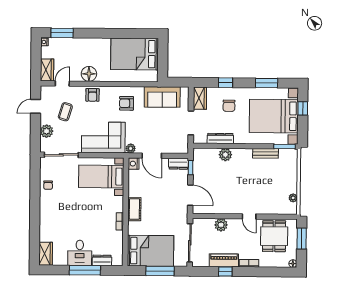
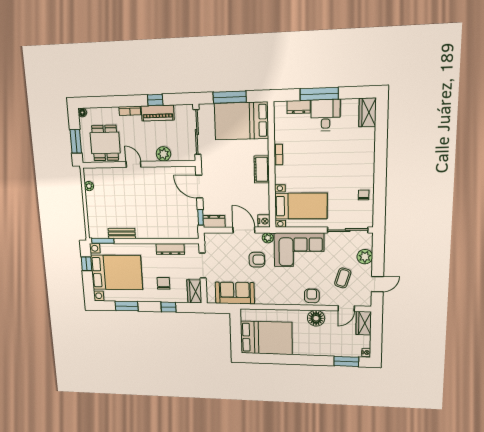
armchair: (127, 103) -> (257, 260), moved
window: (303, 108) -> (86, 264), moved
plant: (225, 155) -> (164, 232), removed

